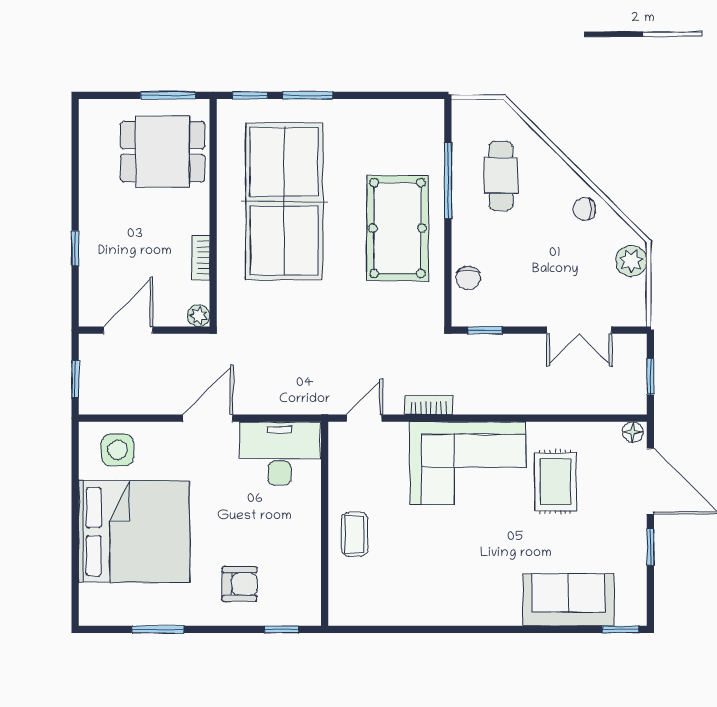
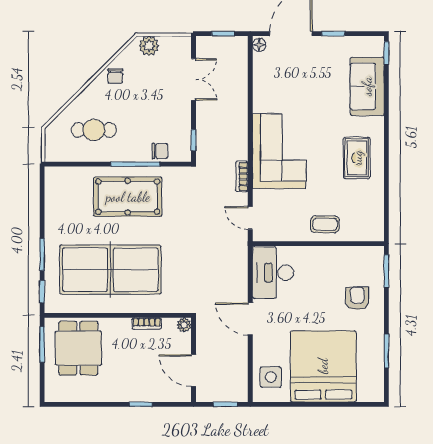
window: (448, 180) -> (135, 164), moved
rug: (555, 482) -> (357, 158), moved, turned 90
window: (282, 629) -> (386, 271), width x1.50

